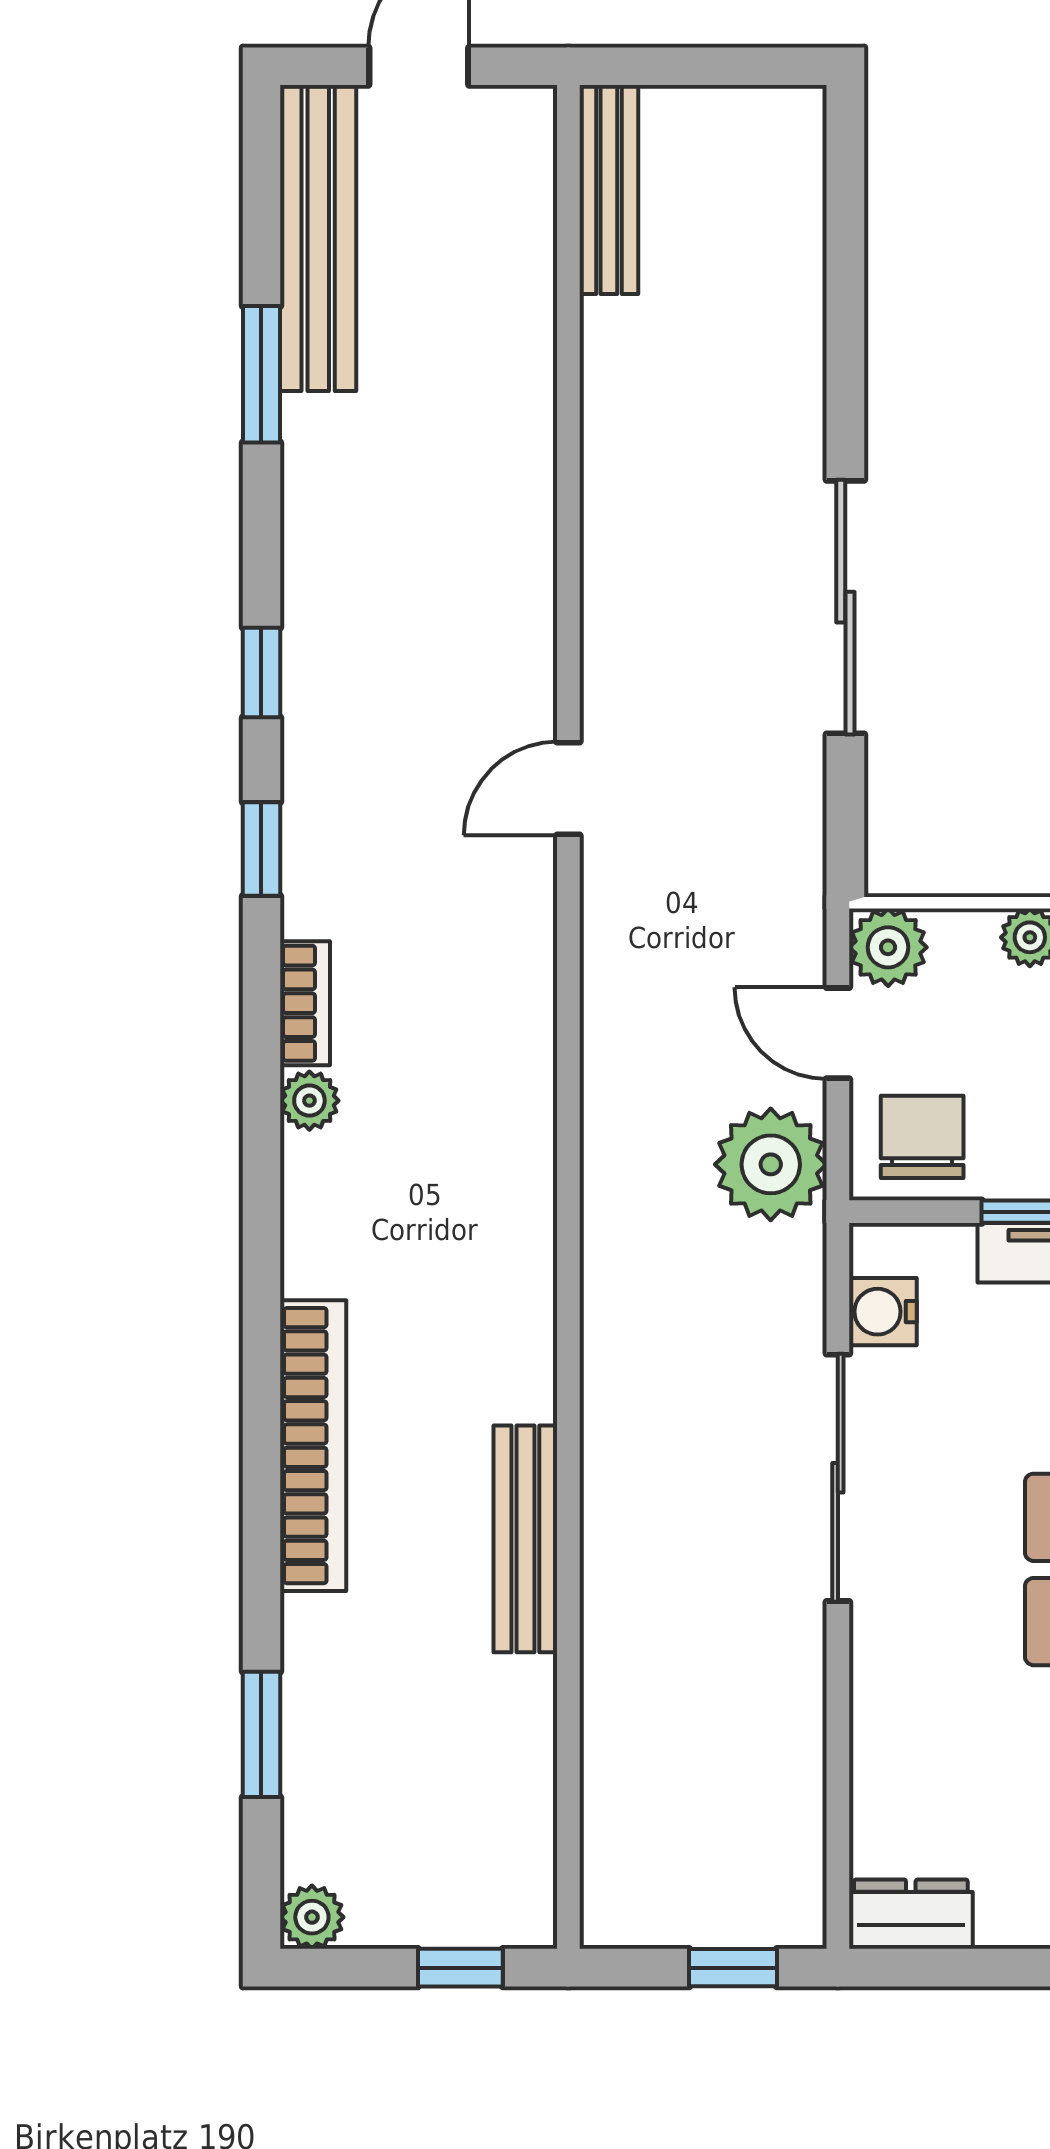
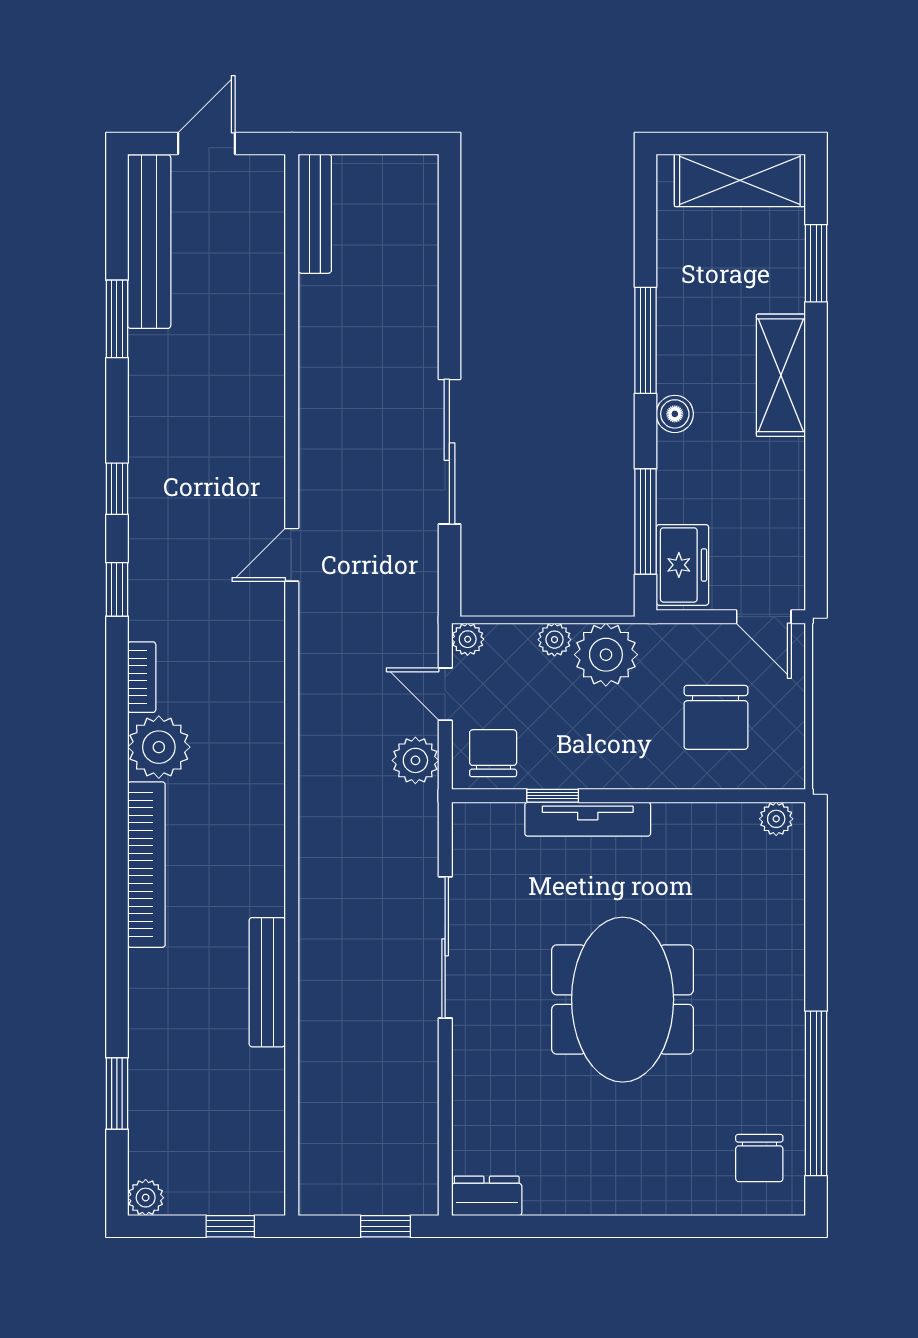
plant: (888, 947) -> (468, 639), width x0.73, depth x0.73
plant: (309, 1101) -> (159, 747), width x1.88, depth x1.88
plant: (771, 1164) -> (415, 760), width x0.73, depth x0.73
water cooler: (883, 1312) -> (471, 853), removed
bookcase: (313, 1446) -> (146, 865), moved

